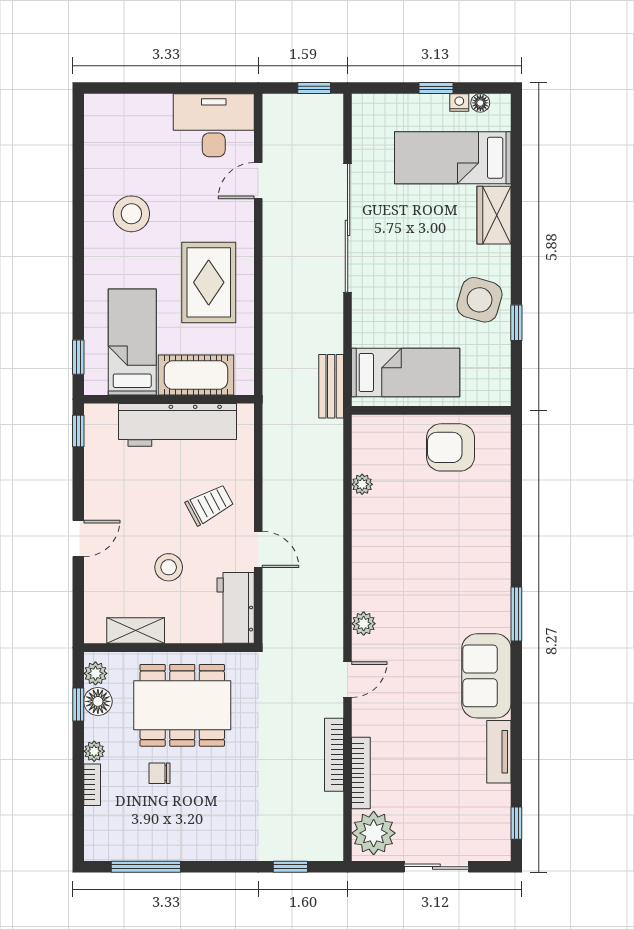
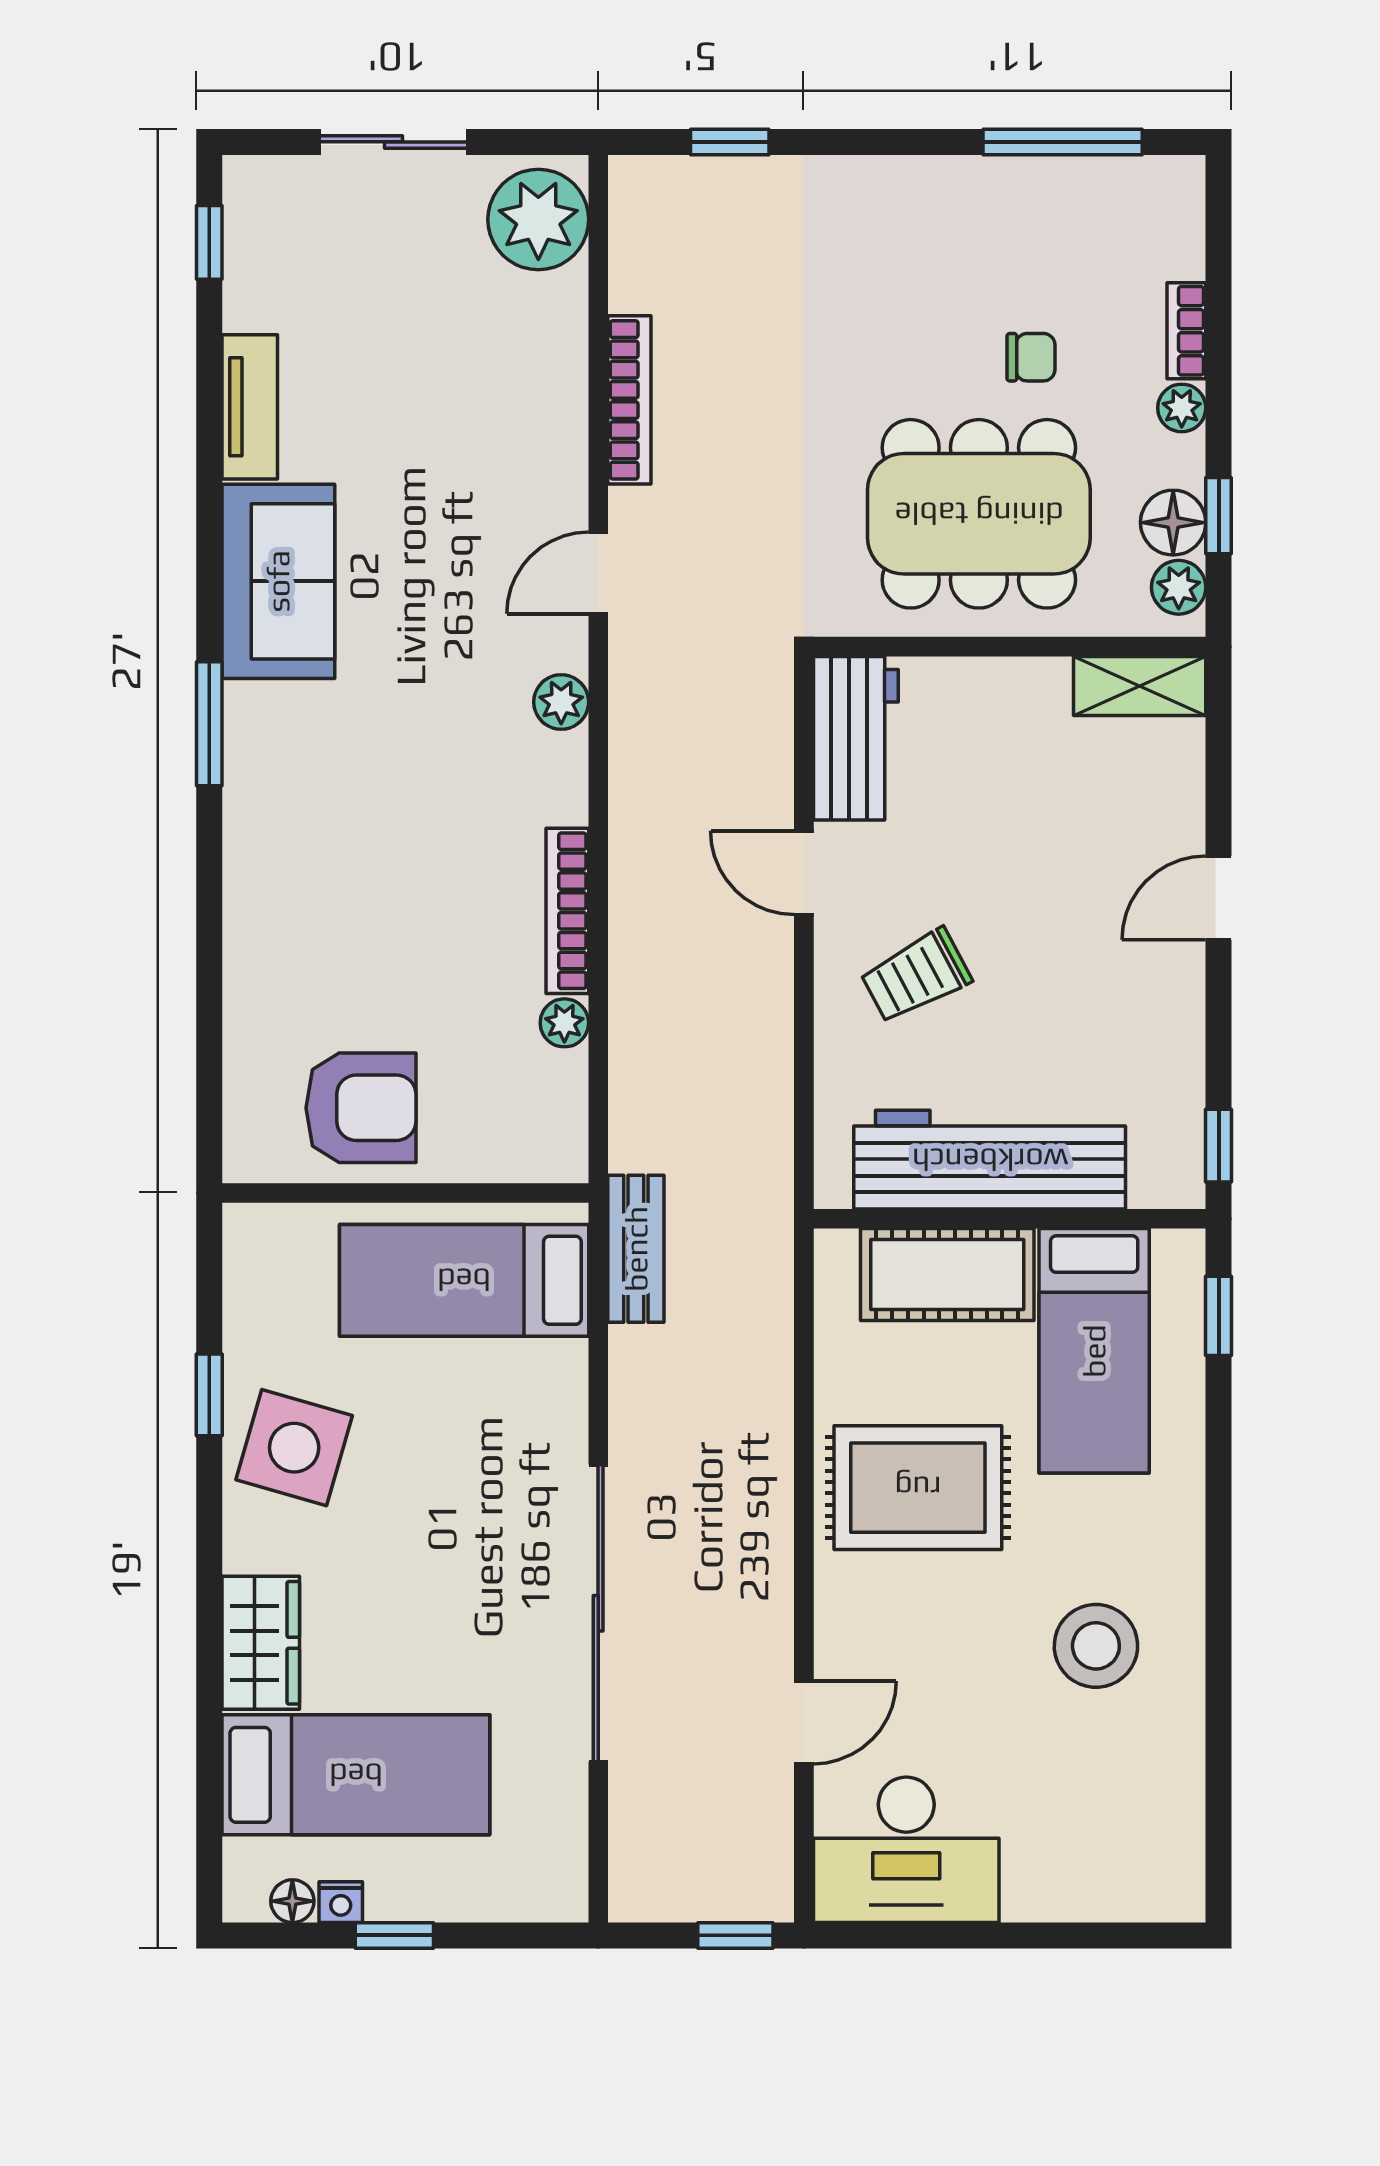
window: (314, 88) -> (735, 1935), moved
rug: (209, 282) -> (918, 1488), turned 90
stool: (169, 567) -> (1010, 832), removed
shelving: (136, 631) -> (1140, 686), moved
bookcase: (361, 773) -> (567, 911), moved

